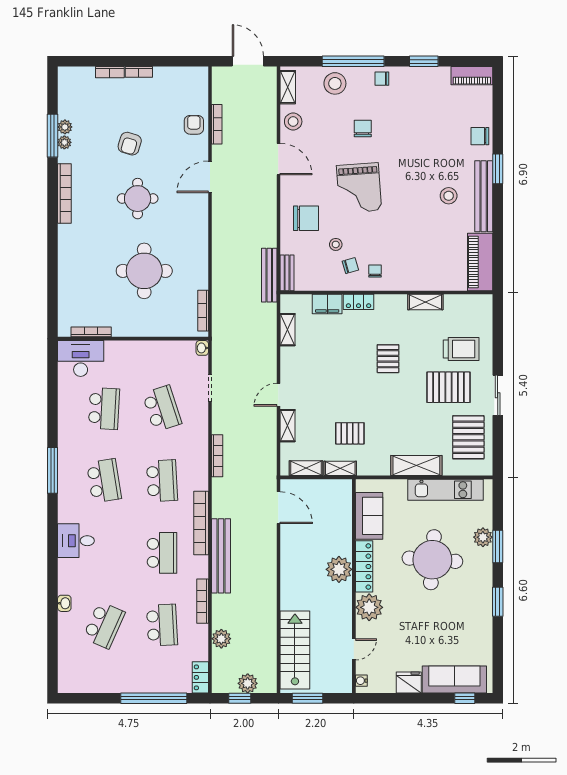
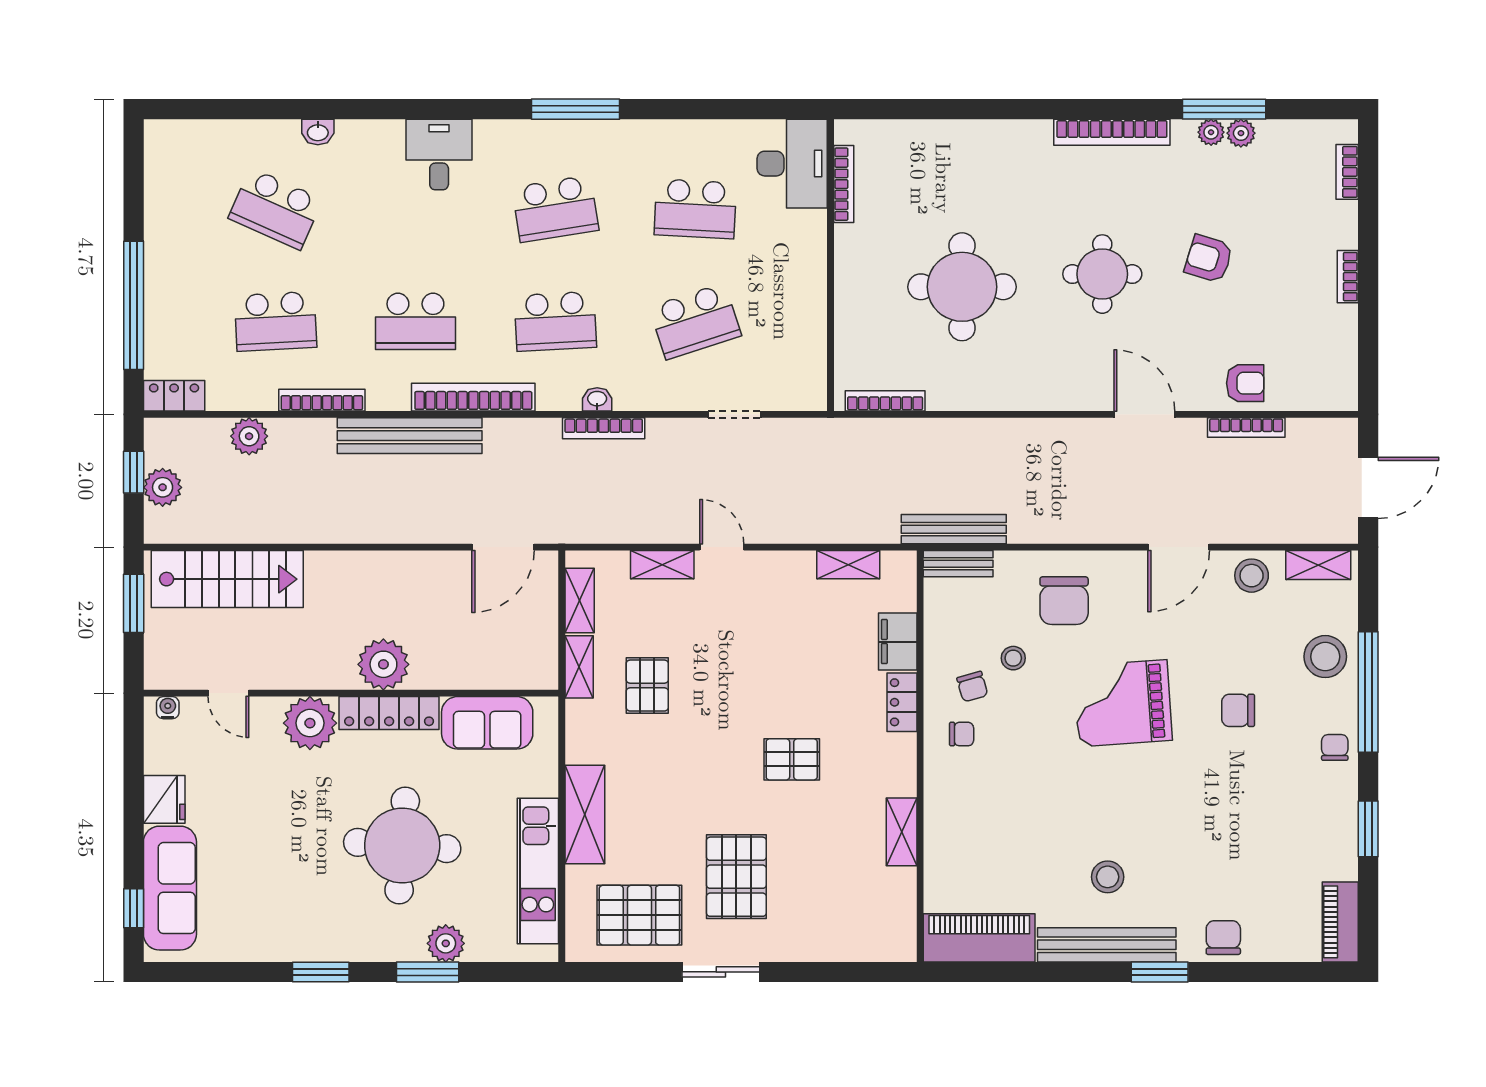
bookcase: (110, 72) -> (1347, 172), moved
chair: (363, 128) -> (1238, 710), turned 180
washbasin: (202, 348) -> (597, 399), moved
trolley: (461, 349) -> (811, 901), removed

